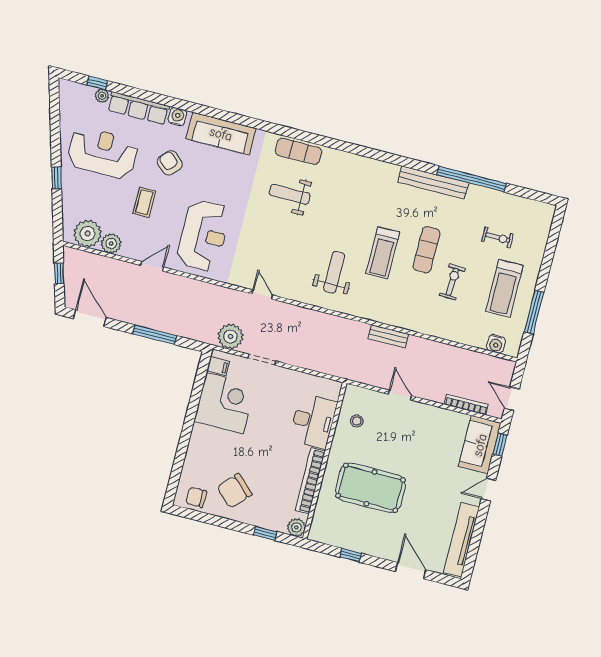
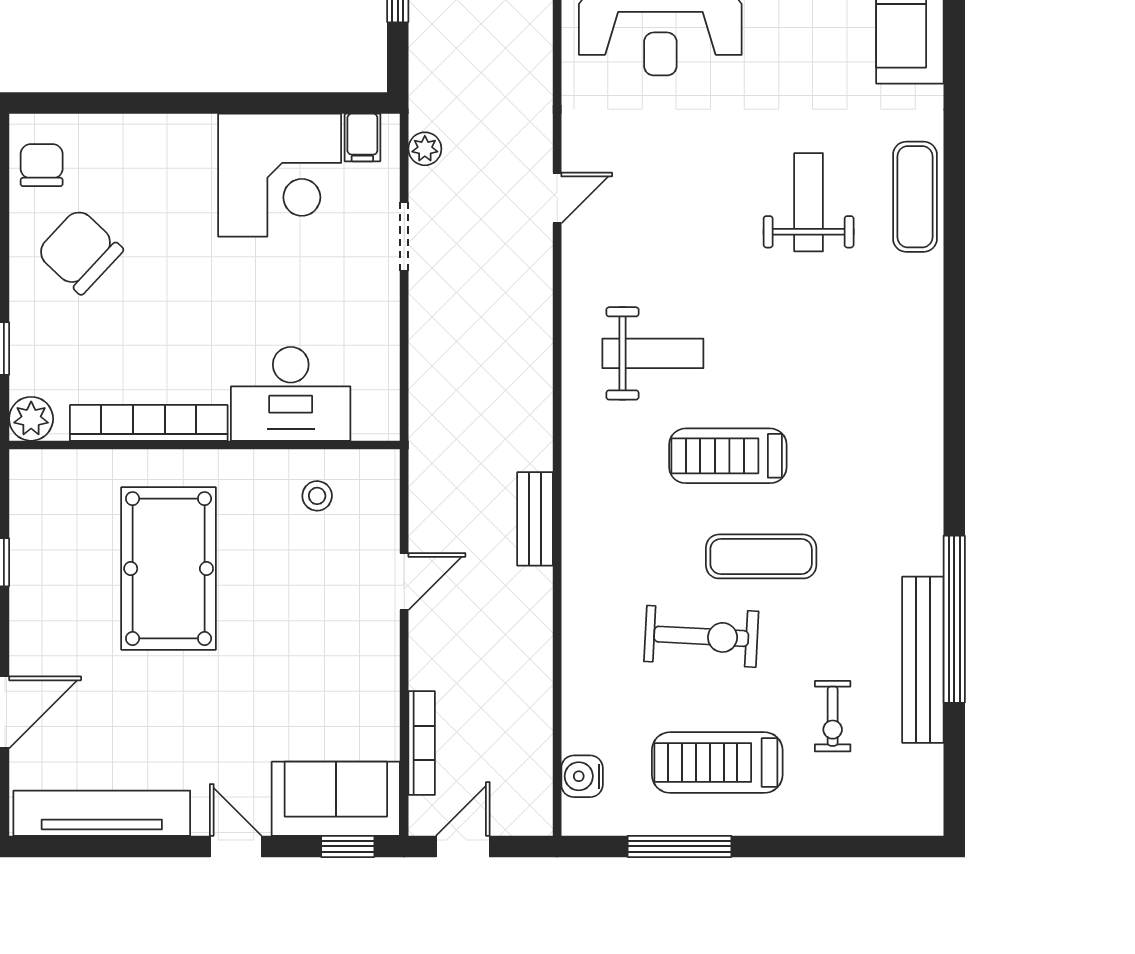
bench: (433, 183) -> (923, 660), moved
exercise bike: (452, 282) -> (701, 636), width x1.38, depth x1.39
plant: (230, 337) -> (425, 149), width x0.53, depth x0.53

